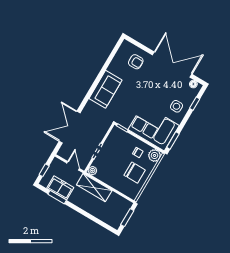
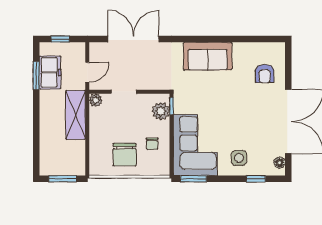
plant: (154, 155) -> (161, 111), moved

